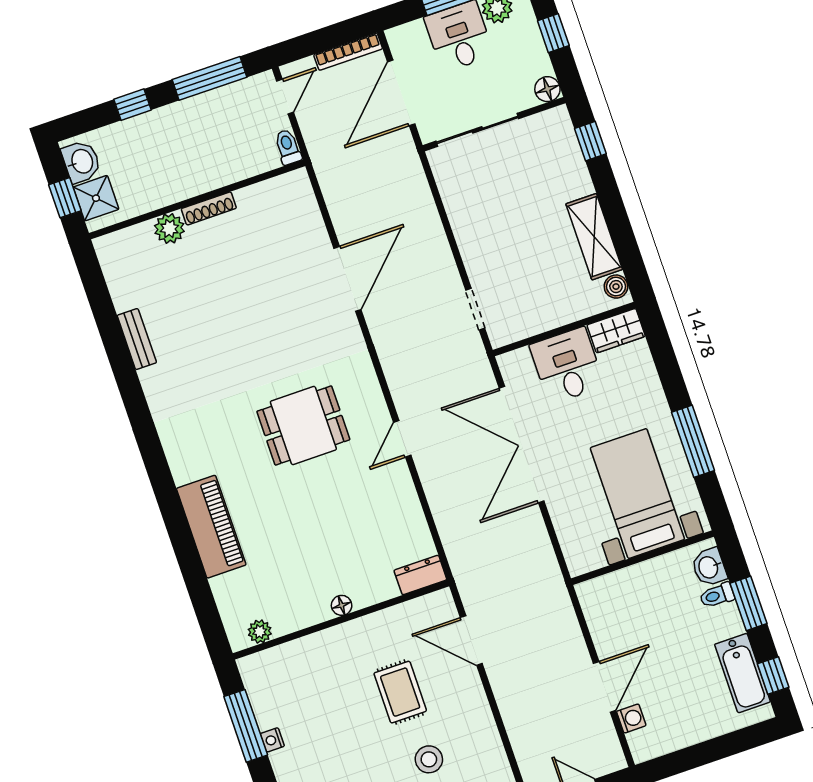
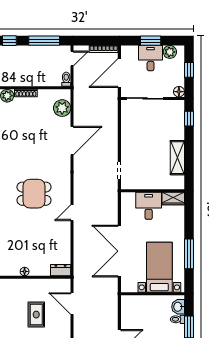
plant: (301, 214) -> (62, 108), added
boiler: (616, 287) -> (179, 181), removed
double door: (522, 445) -> (119, 251), moved

